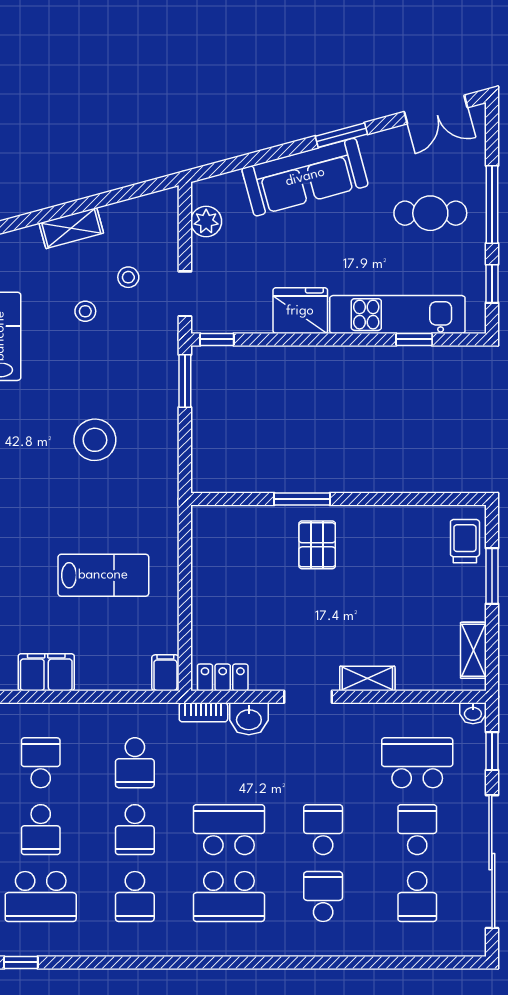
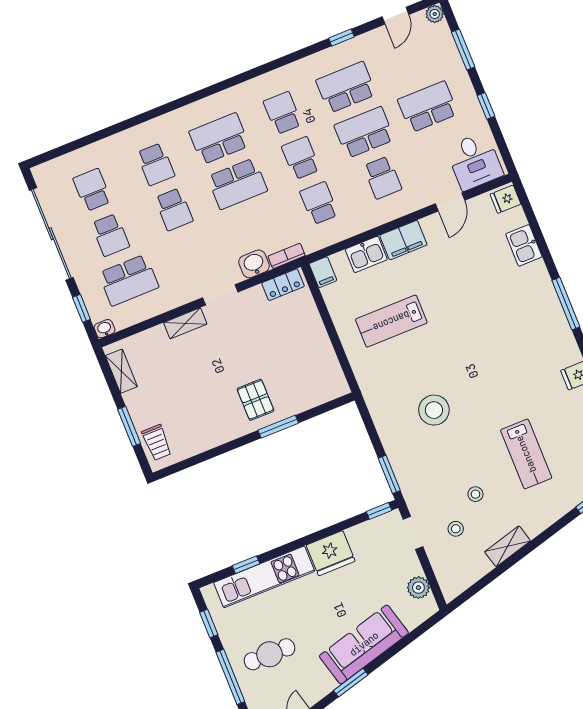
kitchen sink: (101, 673) -> (366, 254), added
school desk: (41, 830) -> (364, 132), width x1.85

